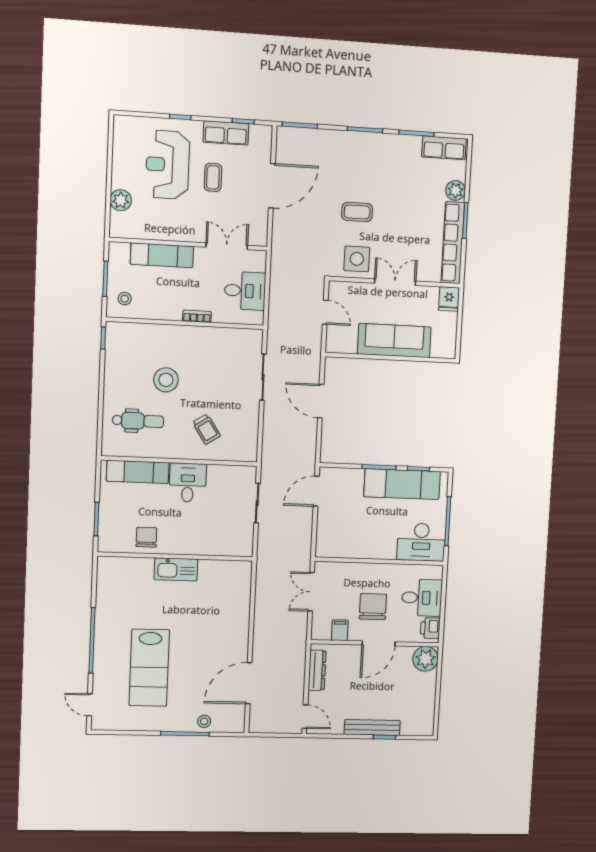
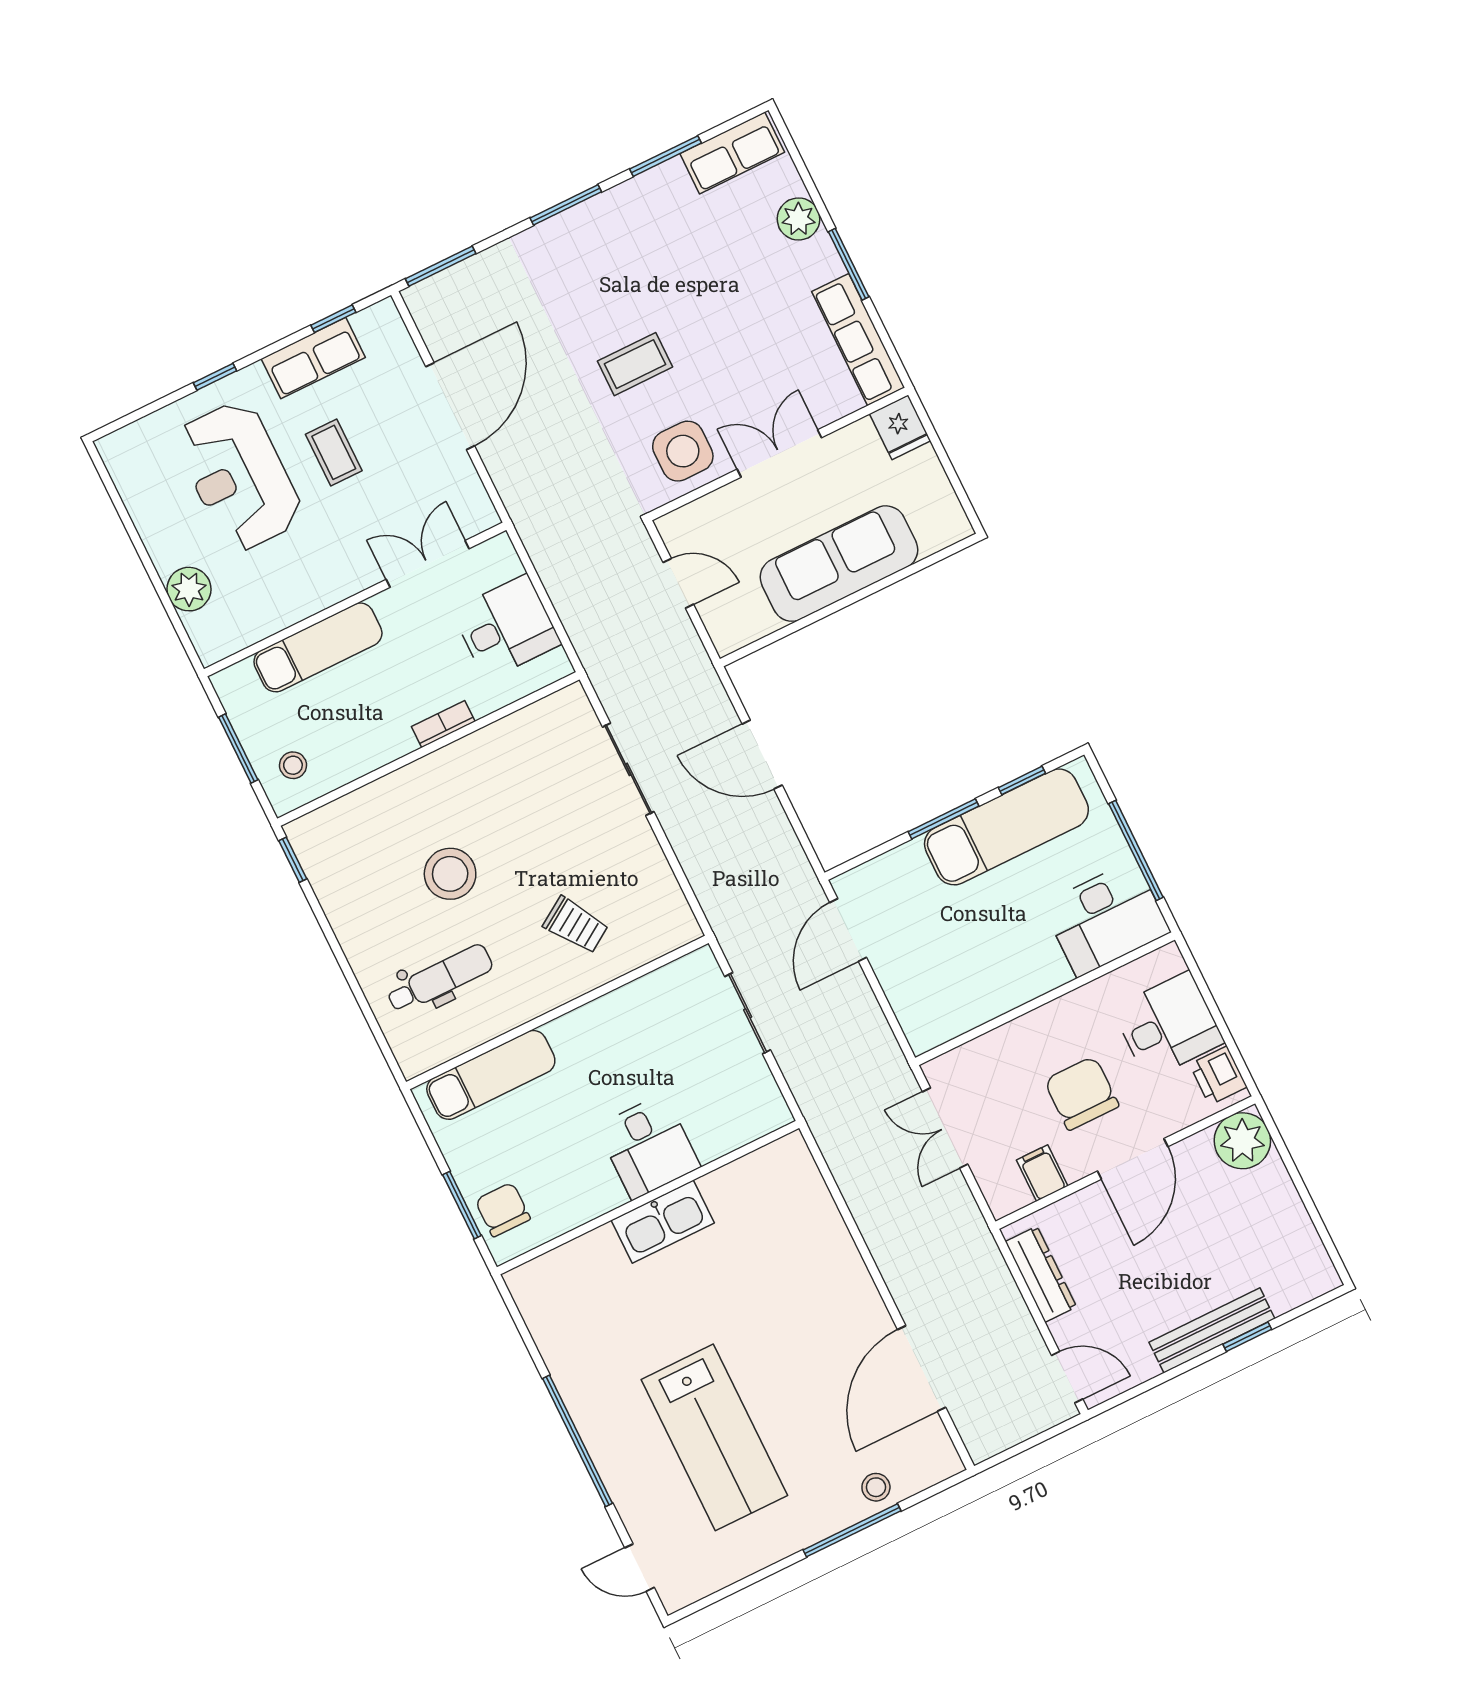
row of seats: (453, 243) -> (858, 339), width x0.73
desk: (188, 483) -> (648, 1147), moved, turned 180
chair: (146, 537) -> (503, 1210), moved

